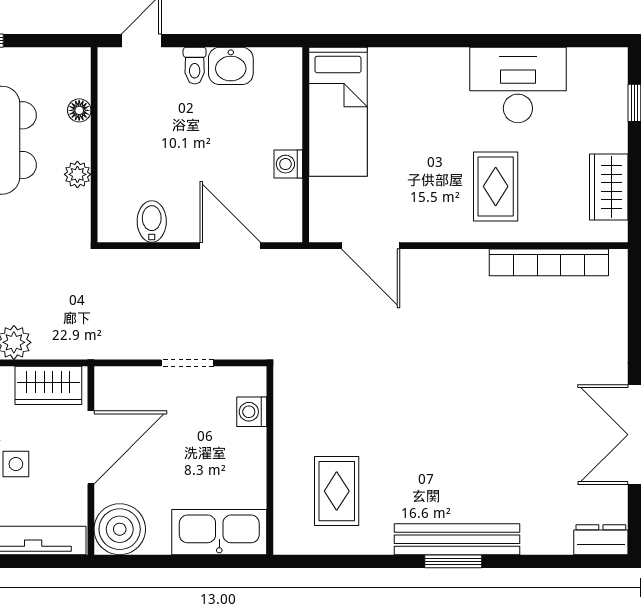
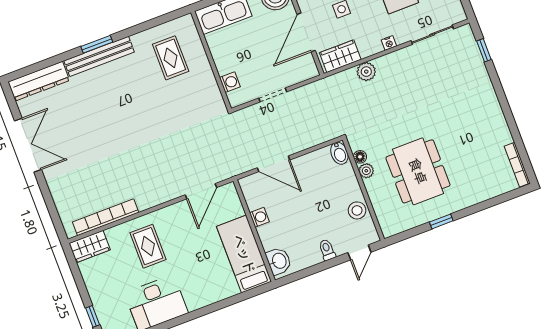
washbasin: (231, 66) -> (279, 261), moved, turned 90
floor lamp: (79, 110) -> (360, 157), moved
stool: (119, 113) -> (357, 210), added
wardrobe: (609, 187) -> (90, 247), moved, turned 90
bidet: (152, 221) -> (339, 153), moved
door: (371, 246) -> (201, 191), swing flipped
dresser: (601, 540) -> (39, 81), width x1.96, depth x1.24

